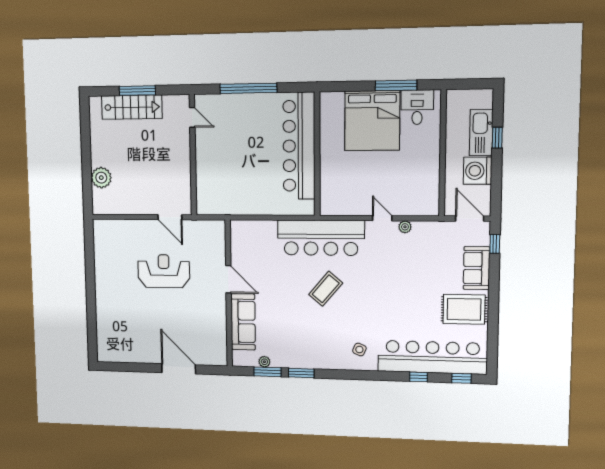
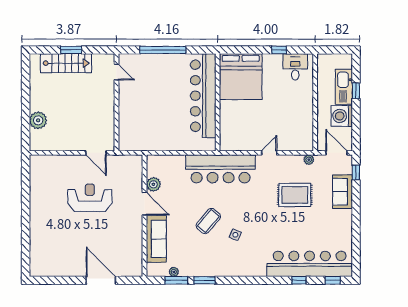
window: (396, 85) -> (279, 50), width x0.46
window: (137, 91) -> (71, 50), width x0.69
bed: (372, 121) -> (241, 77), moved
door: (382, 218) -> (269, 153), hinge flipped
plant: (405, 227) -> (309, 160), moved
plant: (239, 256) -> (153, 184), added
coffee table: (326, 289) -> (208, 221), moved
rug: (464, 309) -> (295, 195), moved
side table: (359, 350) -> (235, 235), moved

